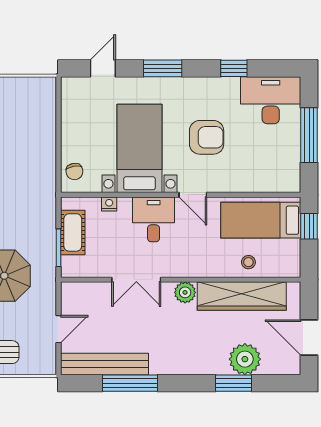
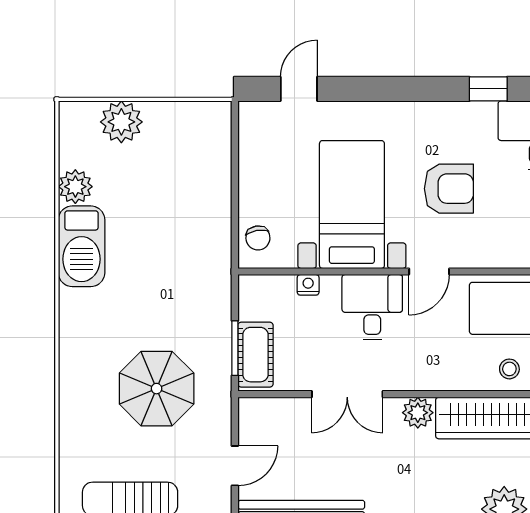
window: (163, 68) -> (385, 89), removed
door: (193, 195) -> (429, 272), hinge flipped
cot: (73, 232) -> (255, 355), moved

